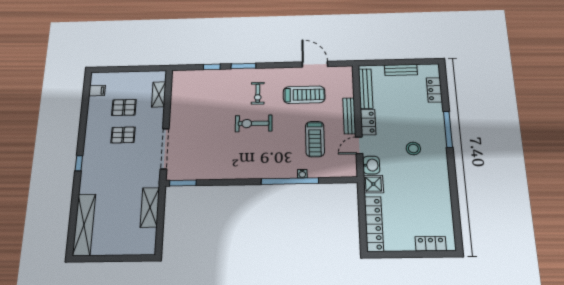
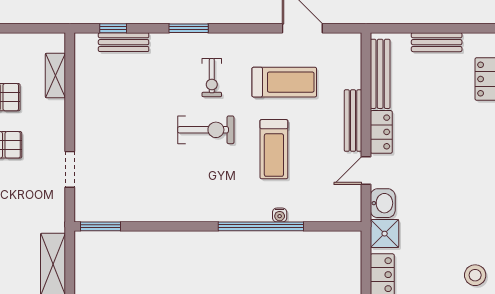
window: (212, 67) -> (113, 28), moved
bench: (203, 75) -> (124, 42), added
exercise bike: (254, 123) -> (206, 130), turned 180
treadmill: (315, 139) -> (274, 149), moved
stool: (413, 148) -> (475, 275), moved
doorway: (165, 149) -> (70, 169), width x0.53

